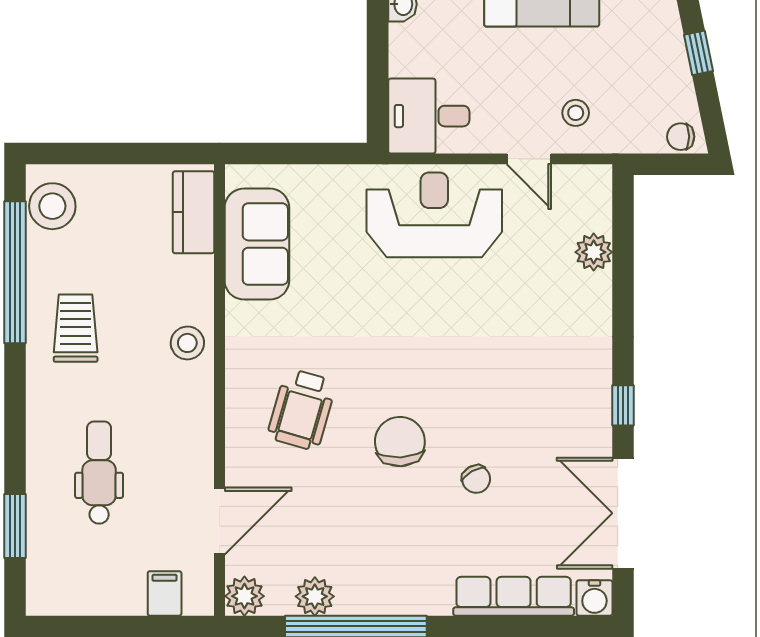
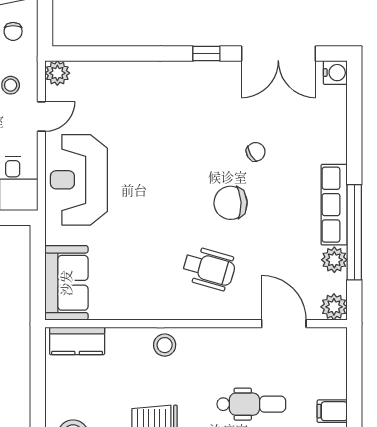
chair: (681, 137) -> (13, 31), moved
sofa: (257, 244) -> (66, 283), moved, turned 90
plant: (594, 252) -> (57, 73), moved
dental chair: (99, 473) -> (251, 404), turned 180
filing cabinet: (165, 593) -> (332, 411), moved
row of seats: (514, 596) -> (334, 205), moved

